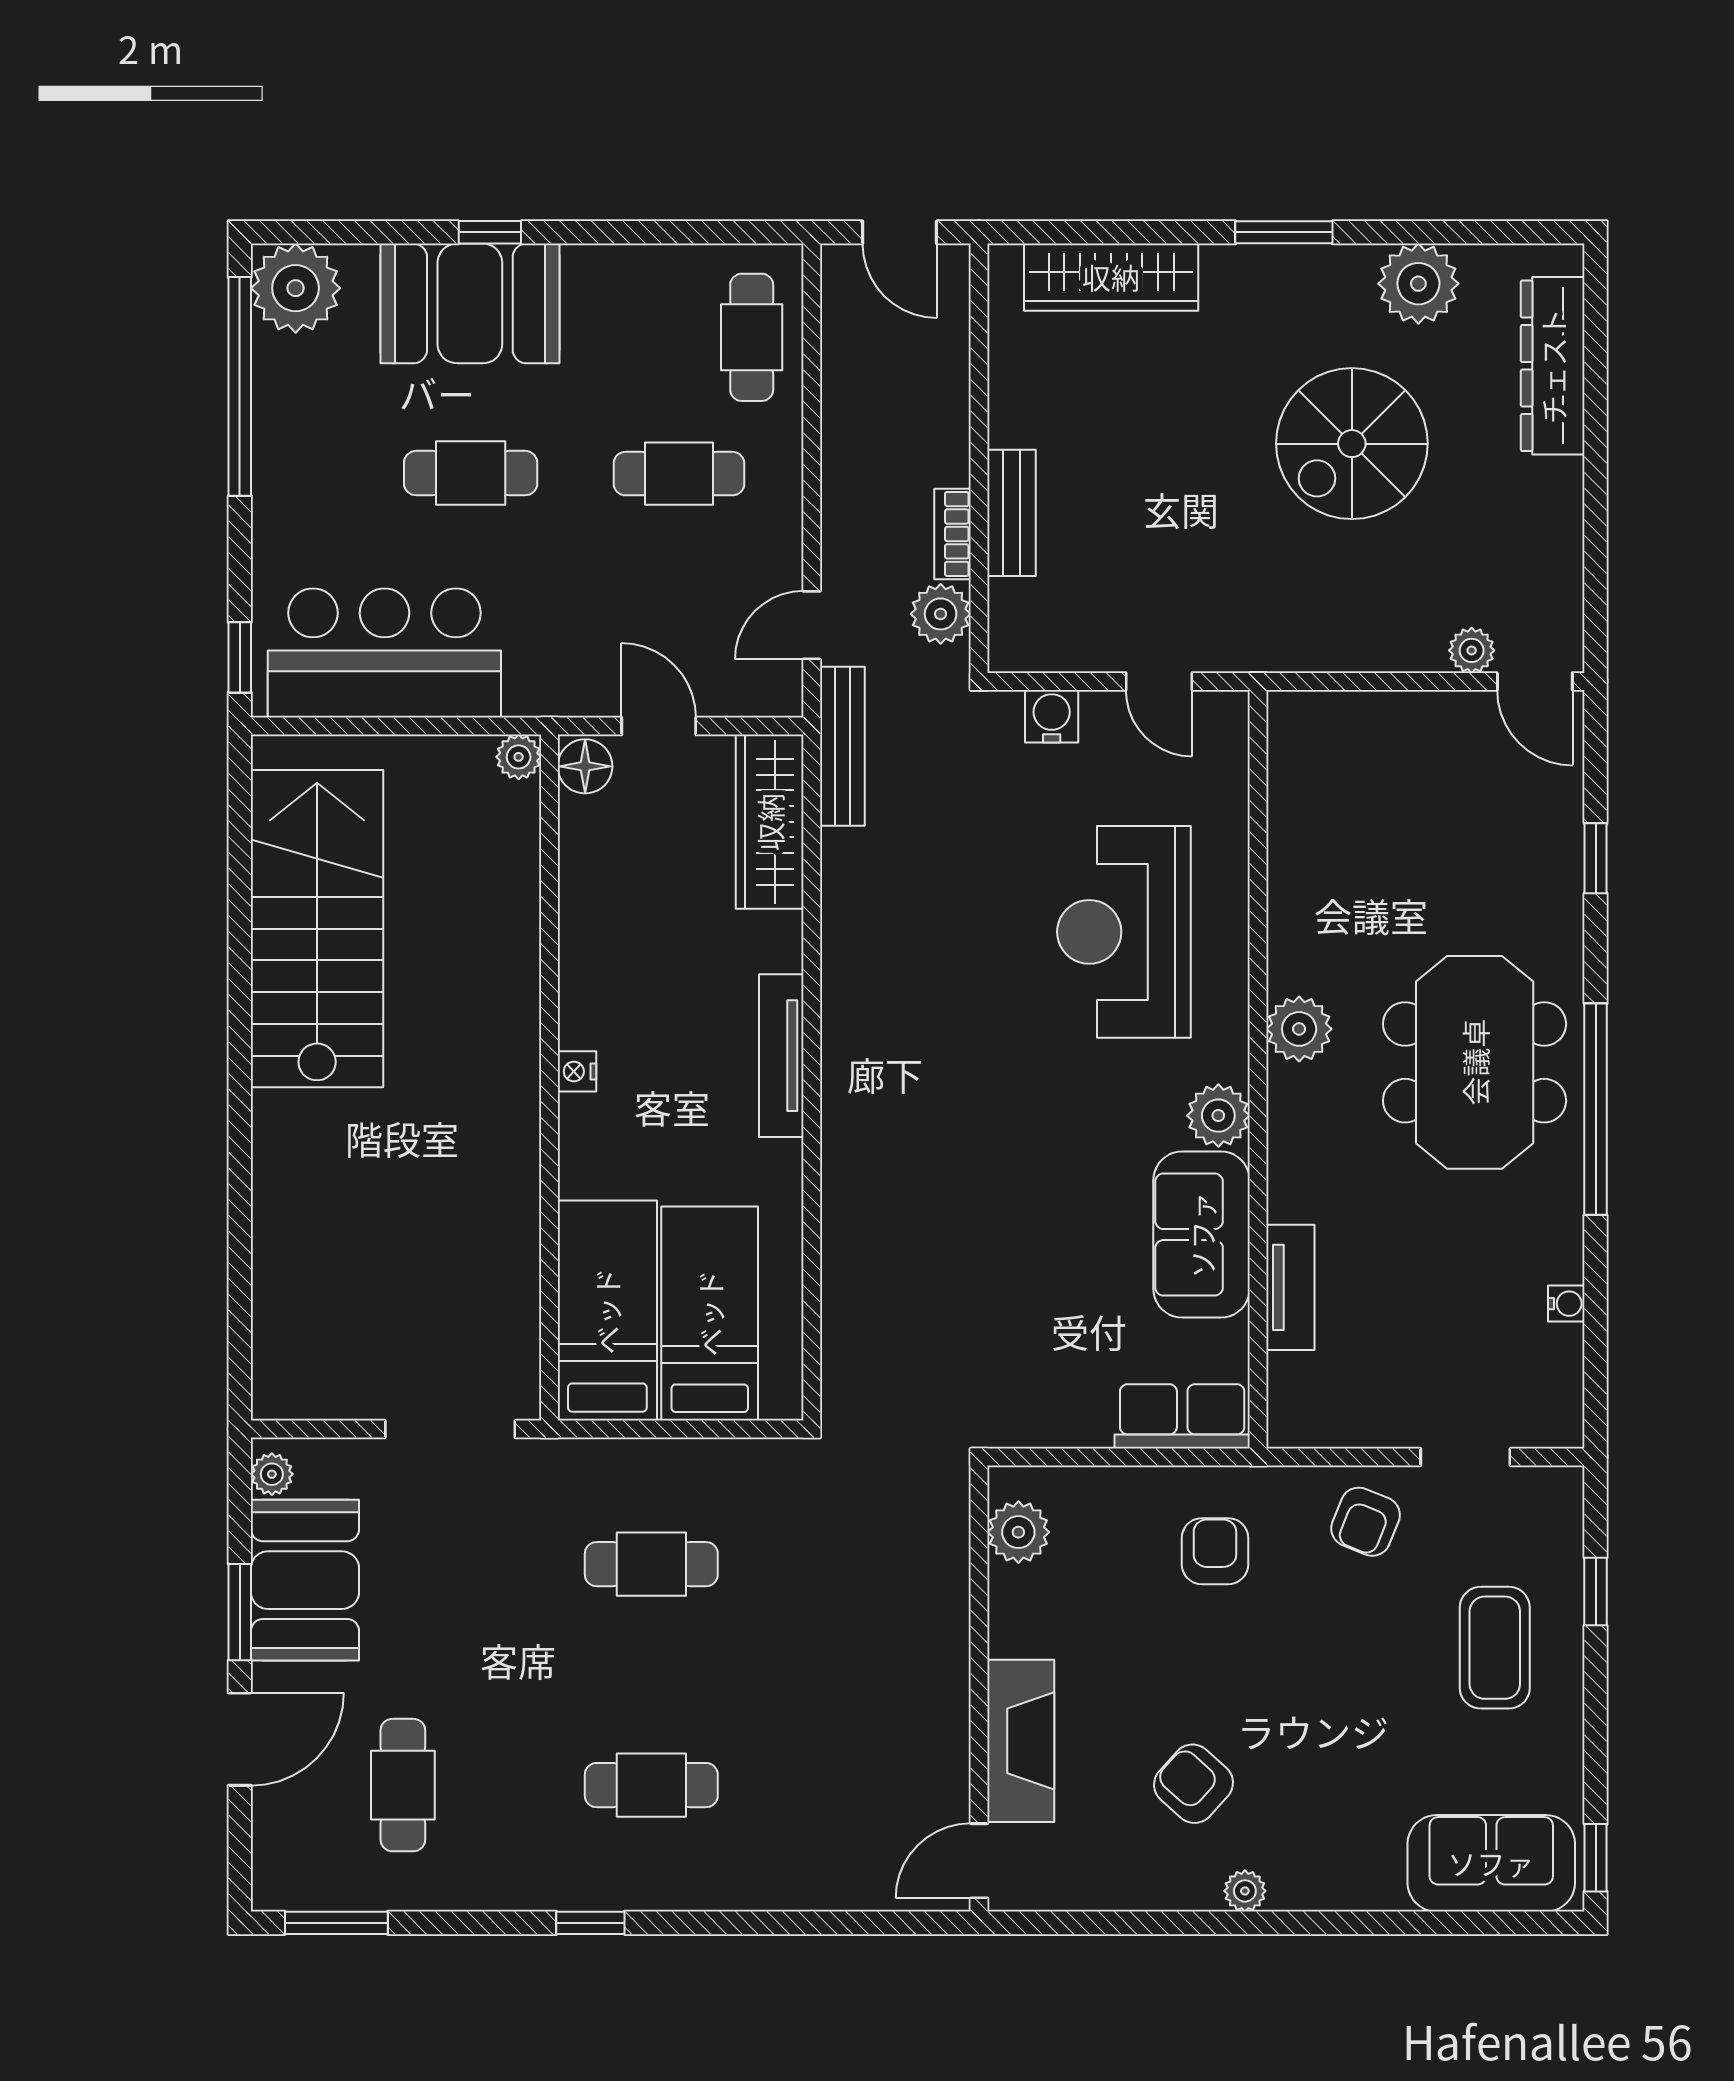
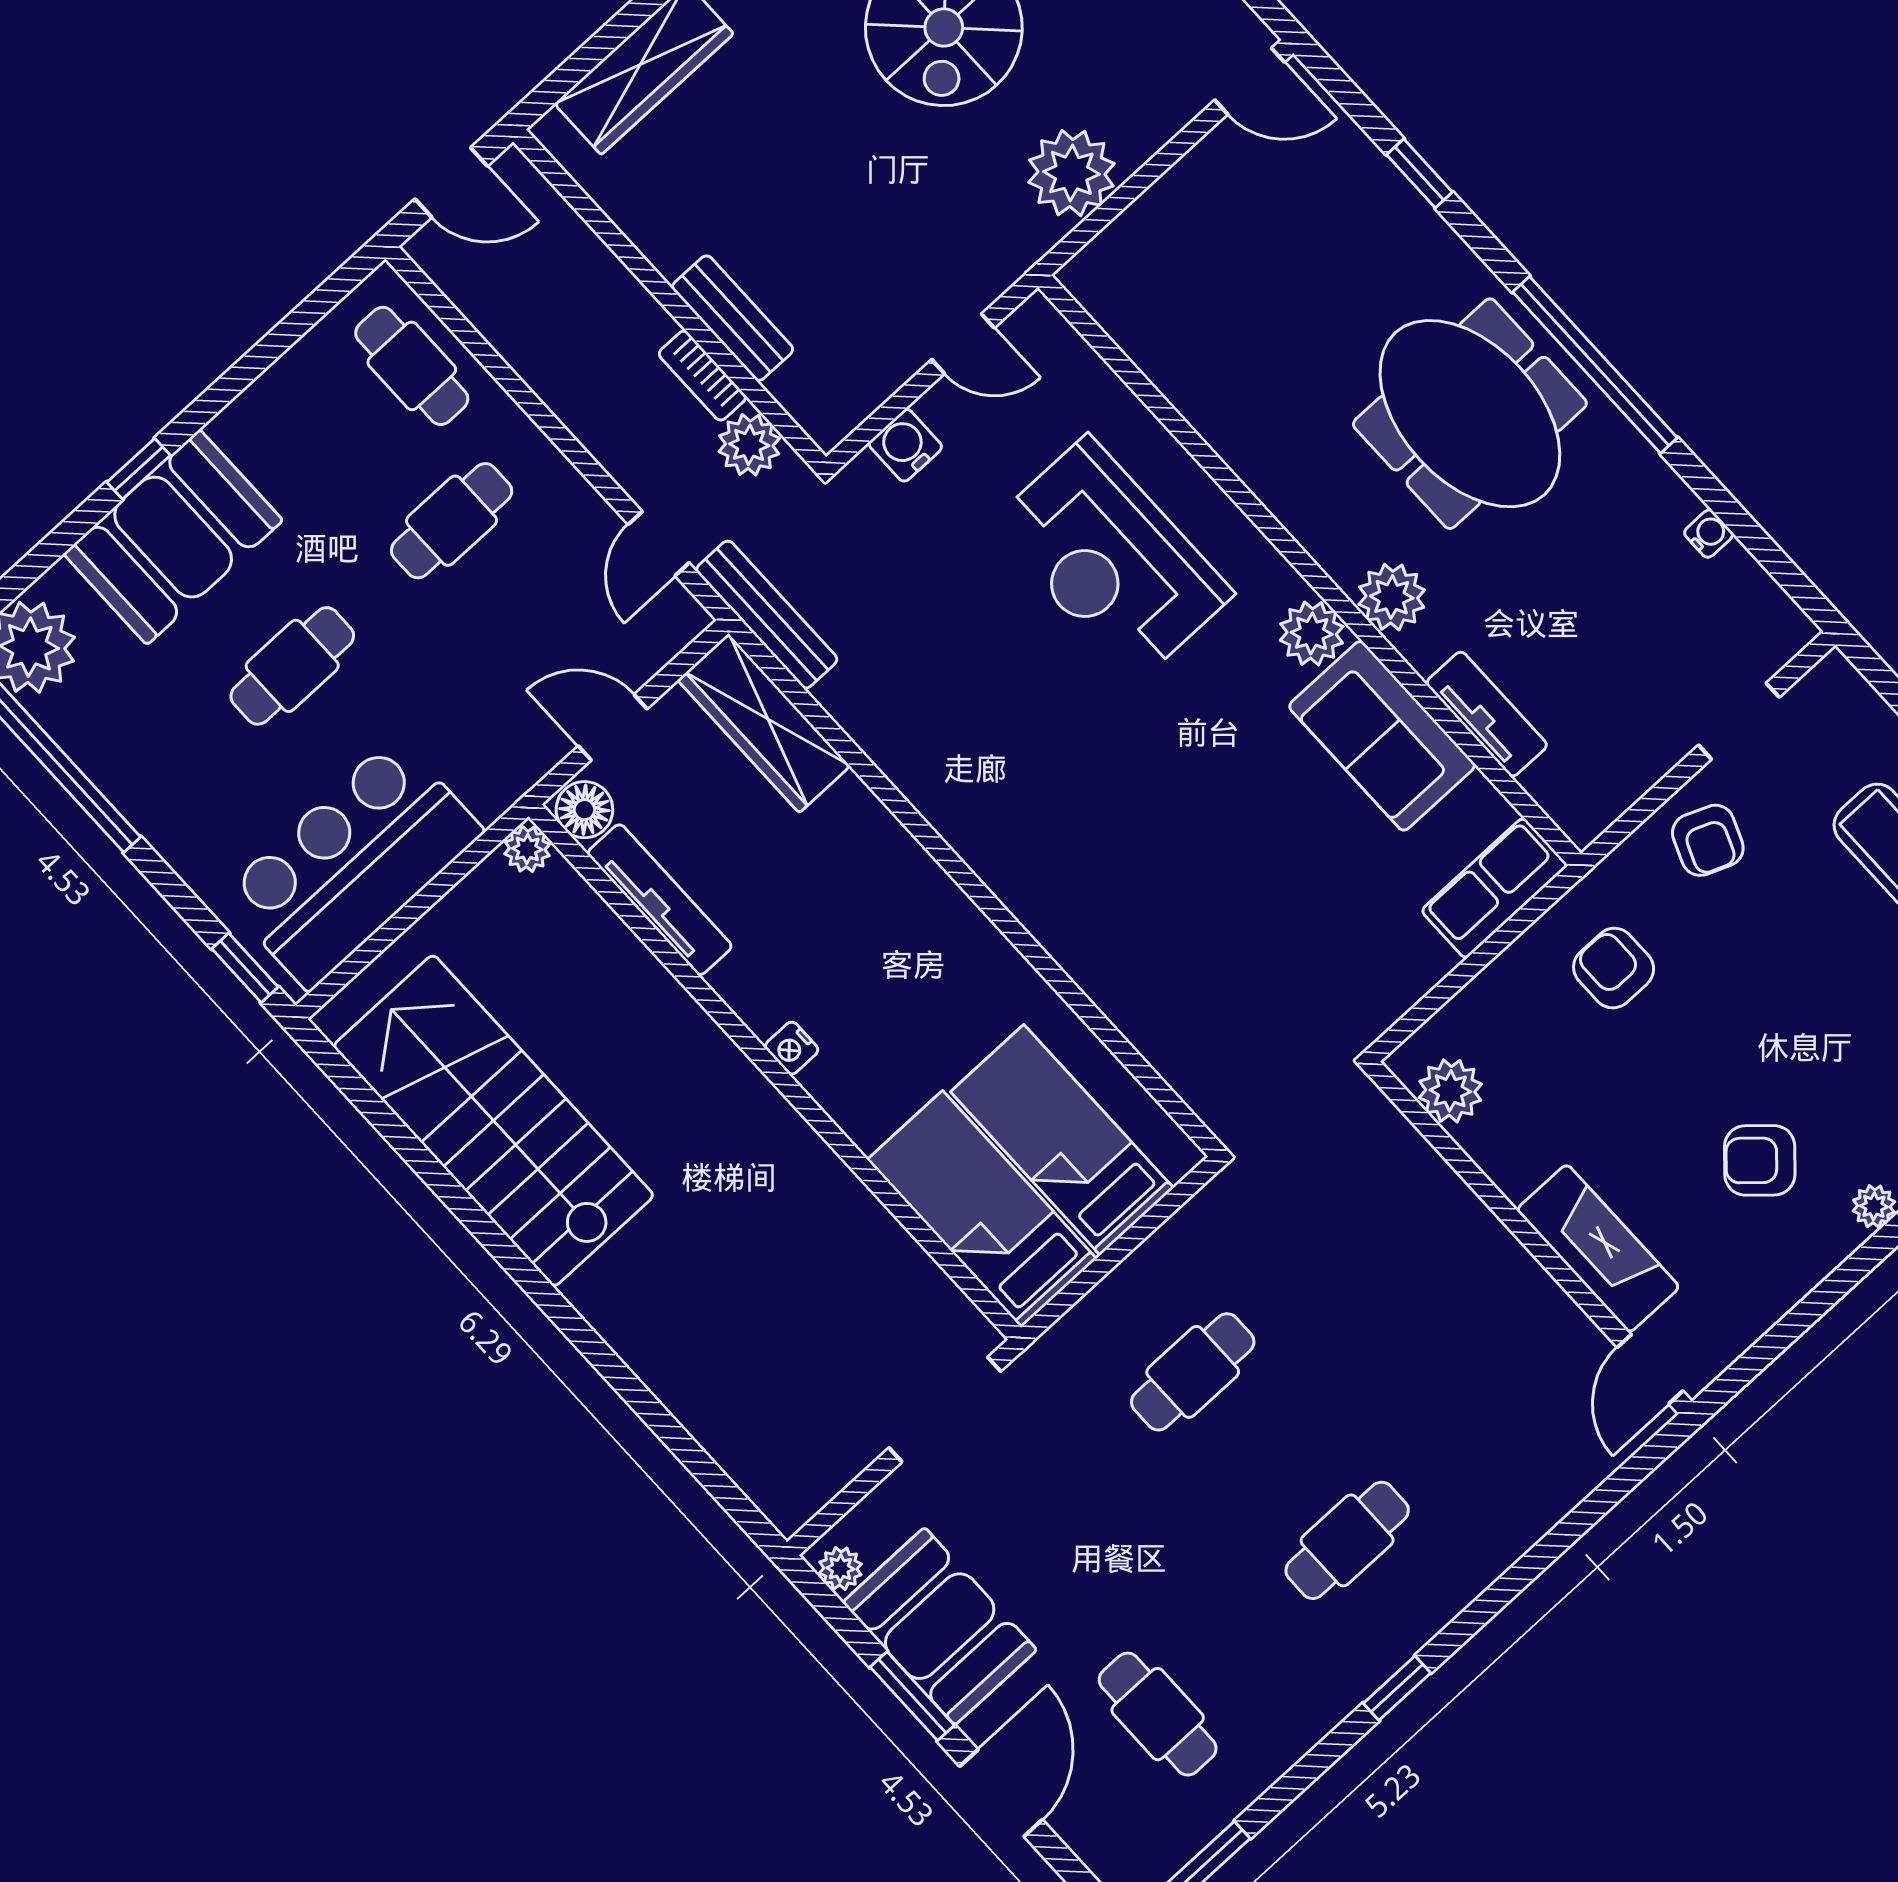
plant: (1472, 650) -> (1071, 173), moved, width x1.88, depth x1.88
plant: (1299, 1029) -> (1392, 597), moved
tv unit: (781, 1056) -> (660, 900), moved, turned 180

